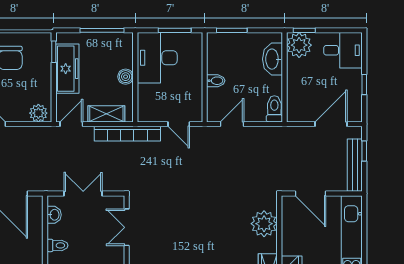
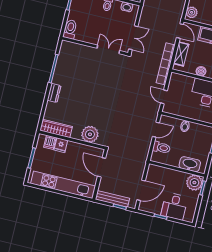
desk: (343, 50) -> (174, 206), moved
toilet: (274, 109) -> (161, 148), moved
door: (179, 124) -> (164, 97), hinge flipped
door: (232, 124) -> (156, 130), hinge flipped
door: (331, 124) -> (141, 190), hinge flipped
double door: (83, 193) -> (133, 38), moved
door: (310, 193) -> (102, 167), hinge flipped

